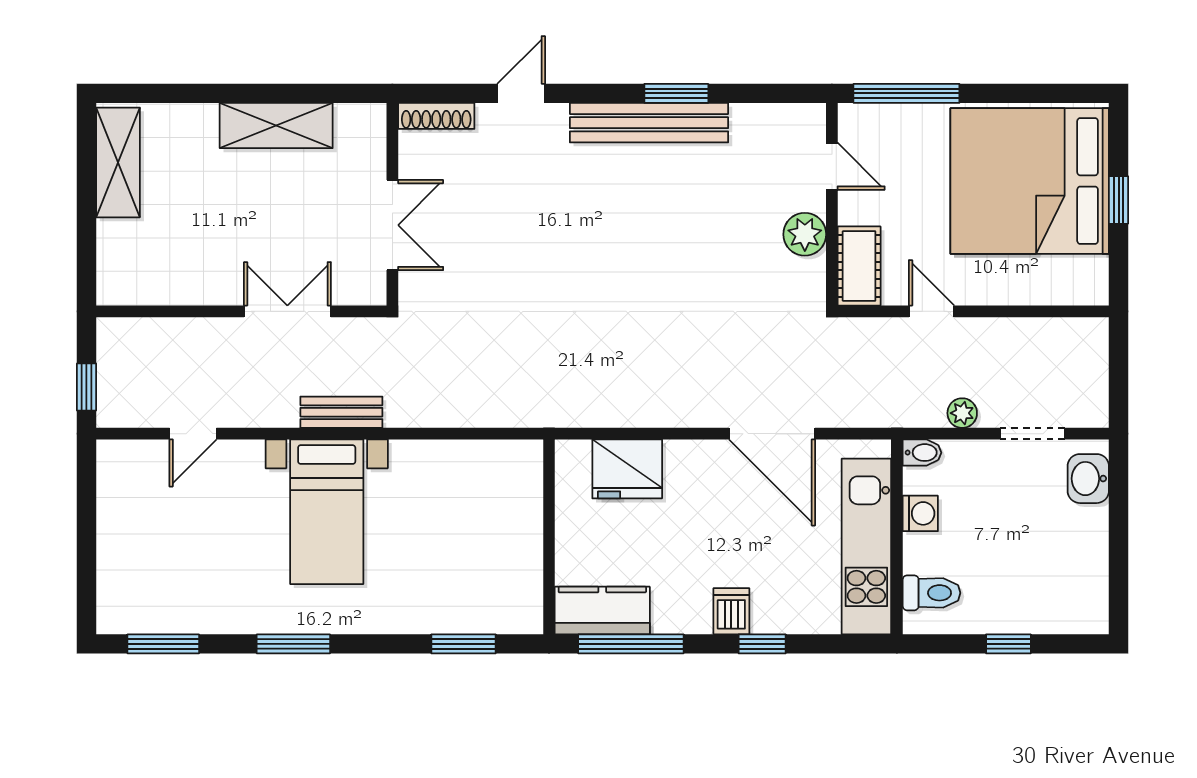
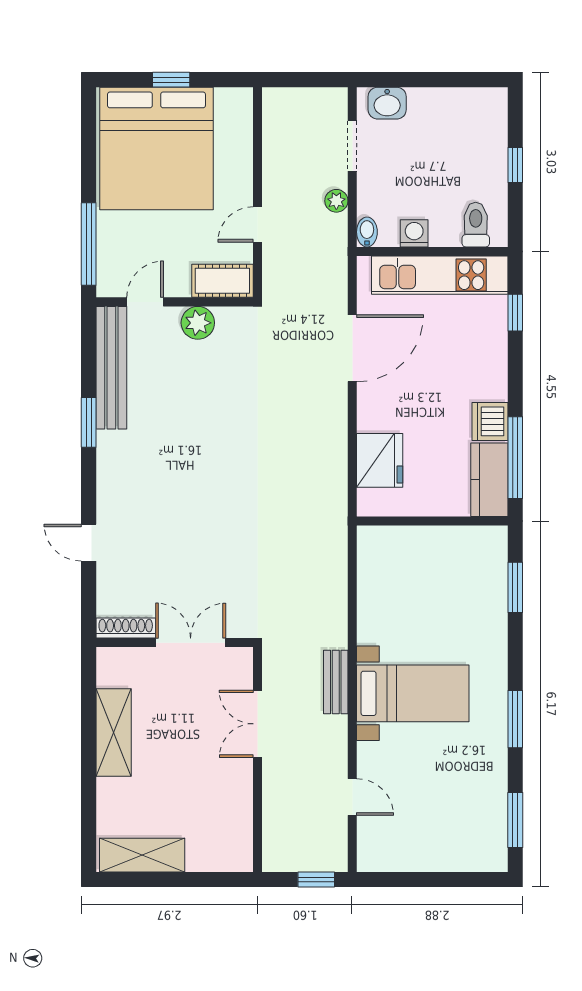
shoe rack: (436, 116) -> (126, 628), moved, turned -90
bench: (649, 123) -> (111, 368), moved
dishwasher: (731, 611) -> (490, 421), moved, width x1.38
window: (762, 644) -> (515, 313), moved

